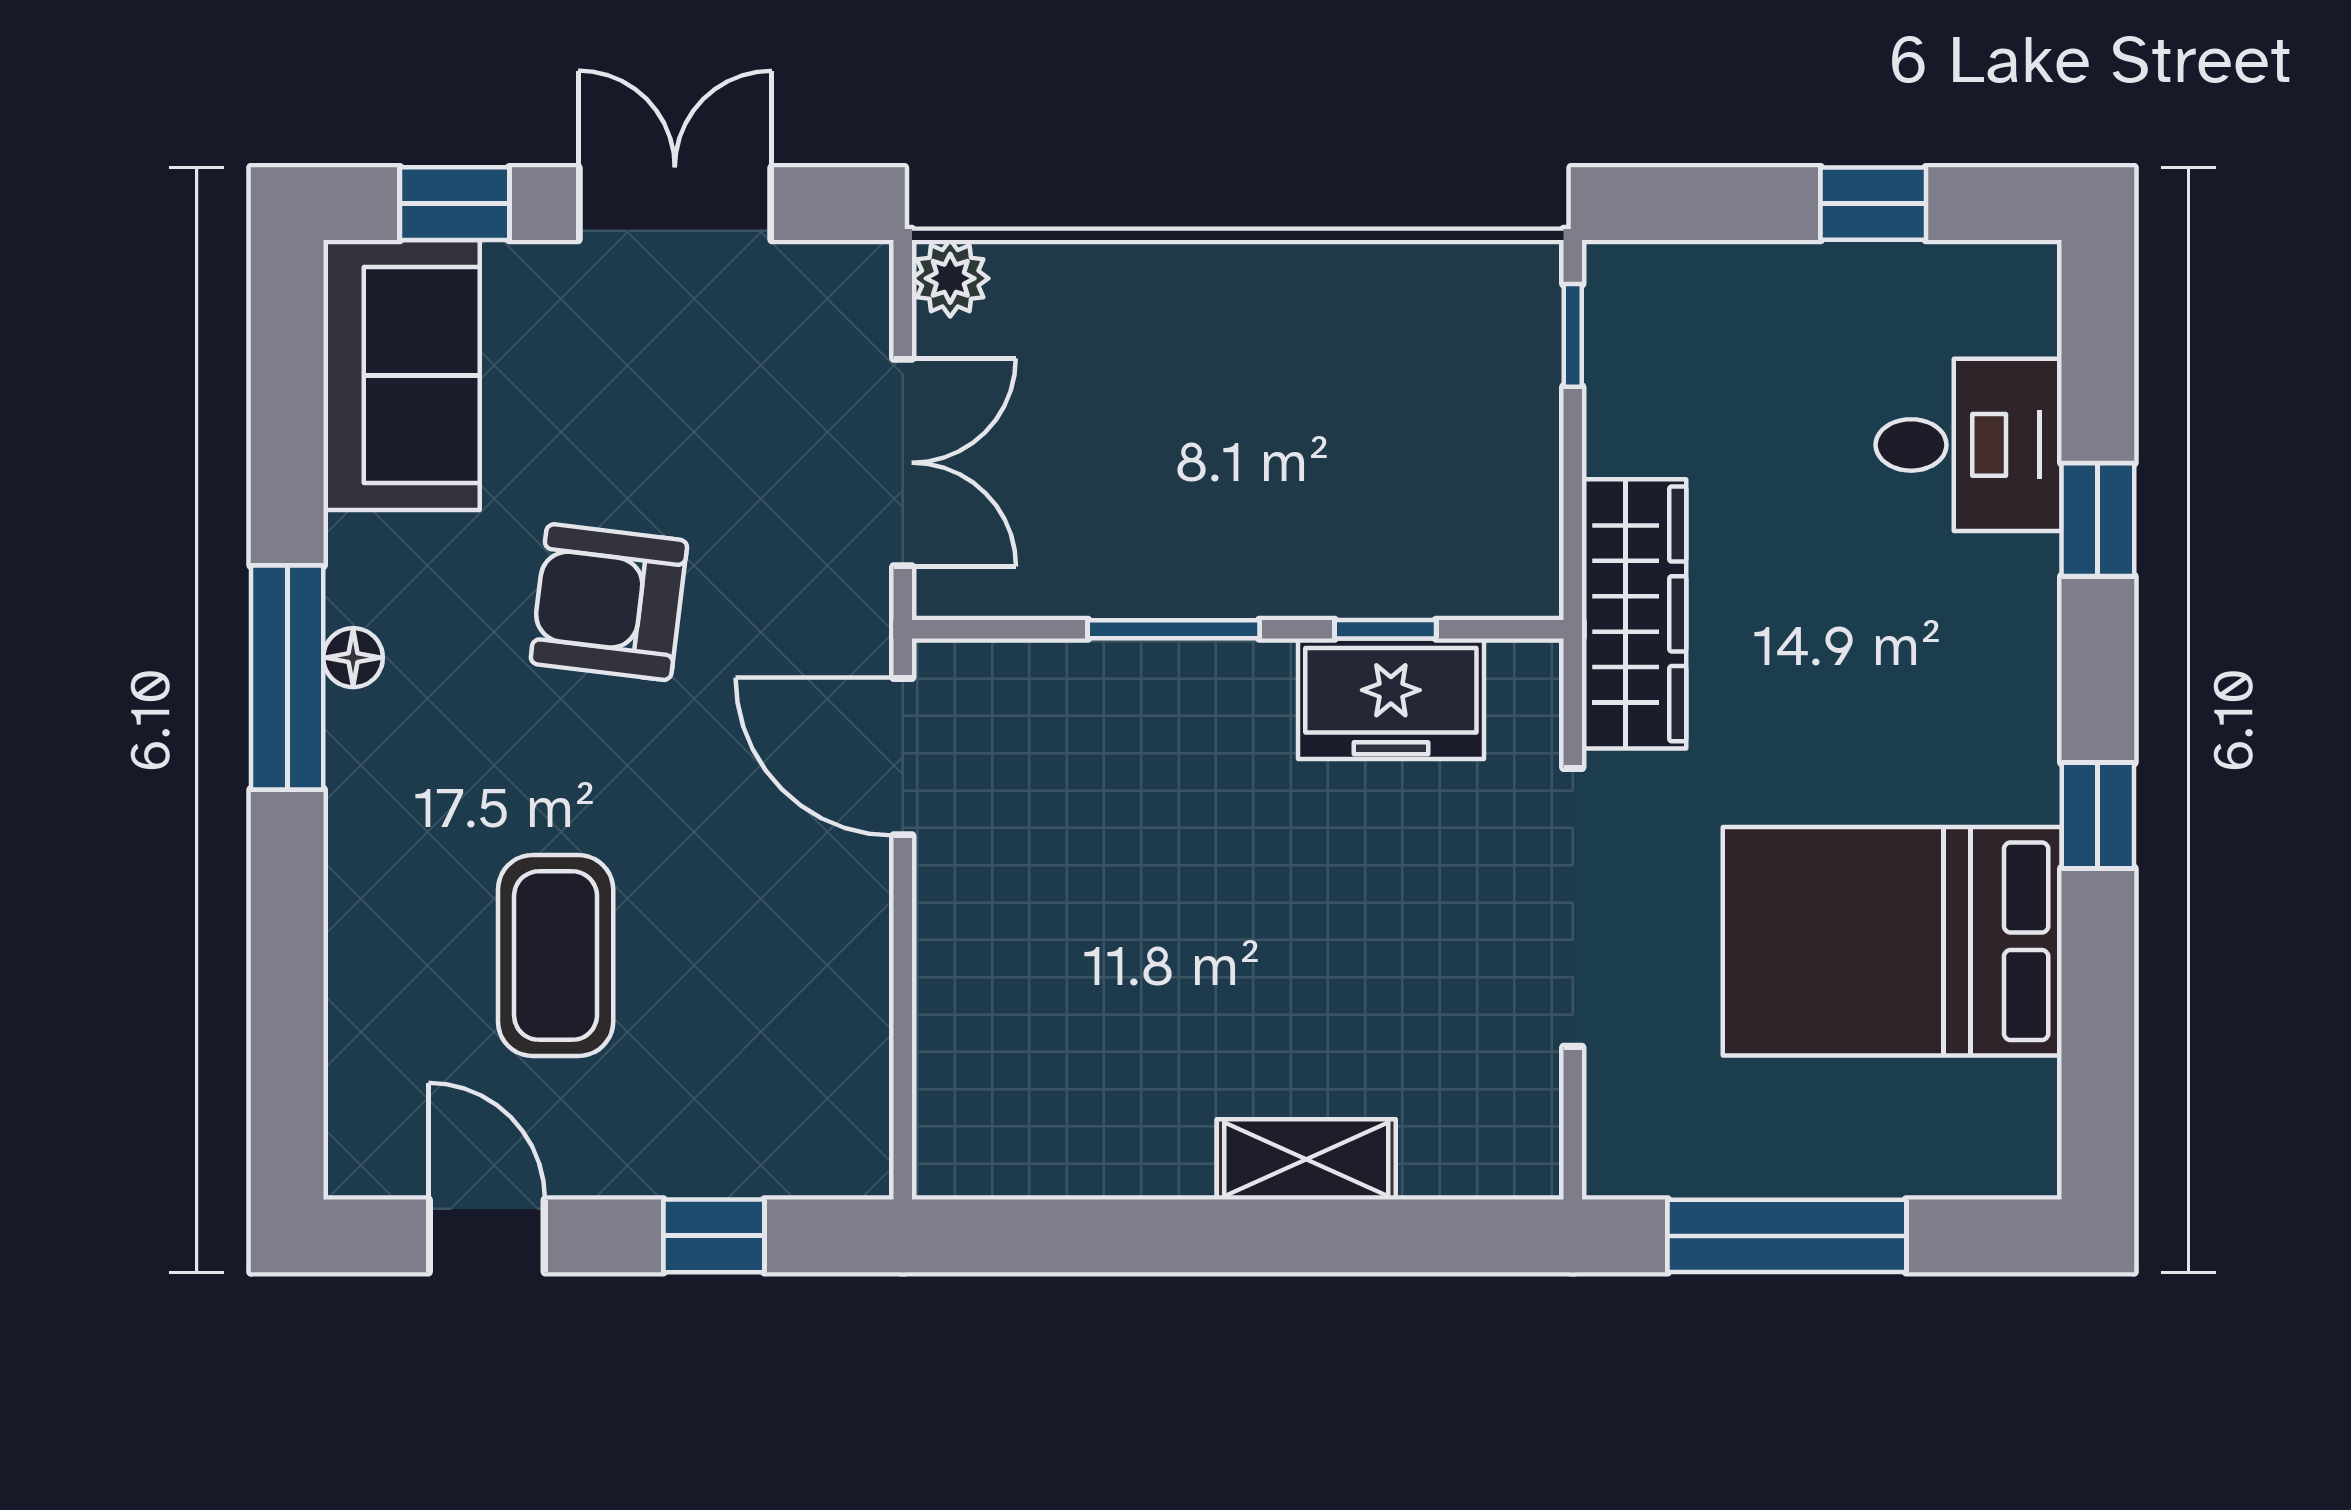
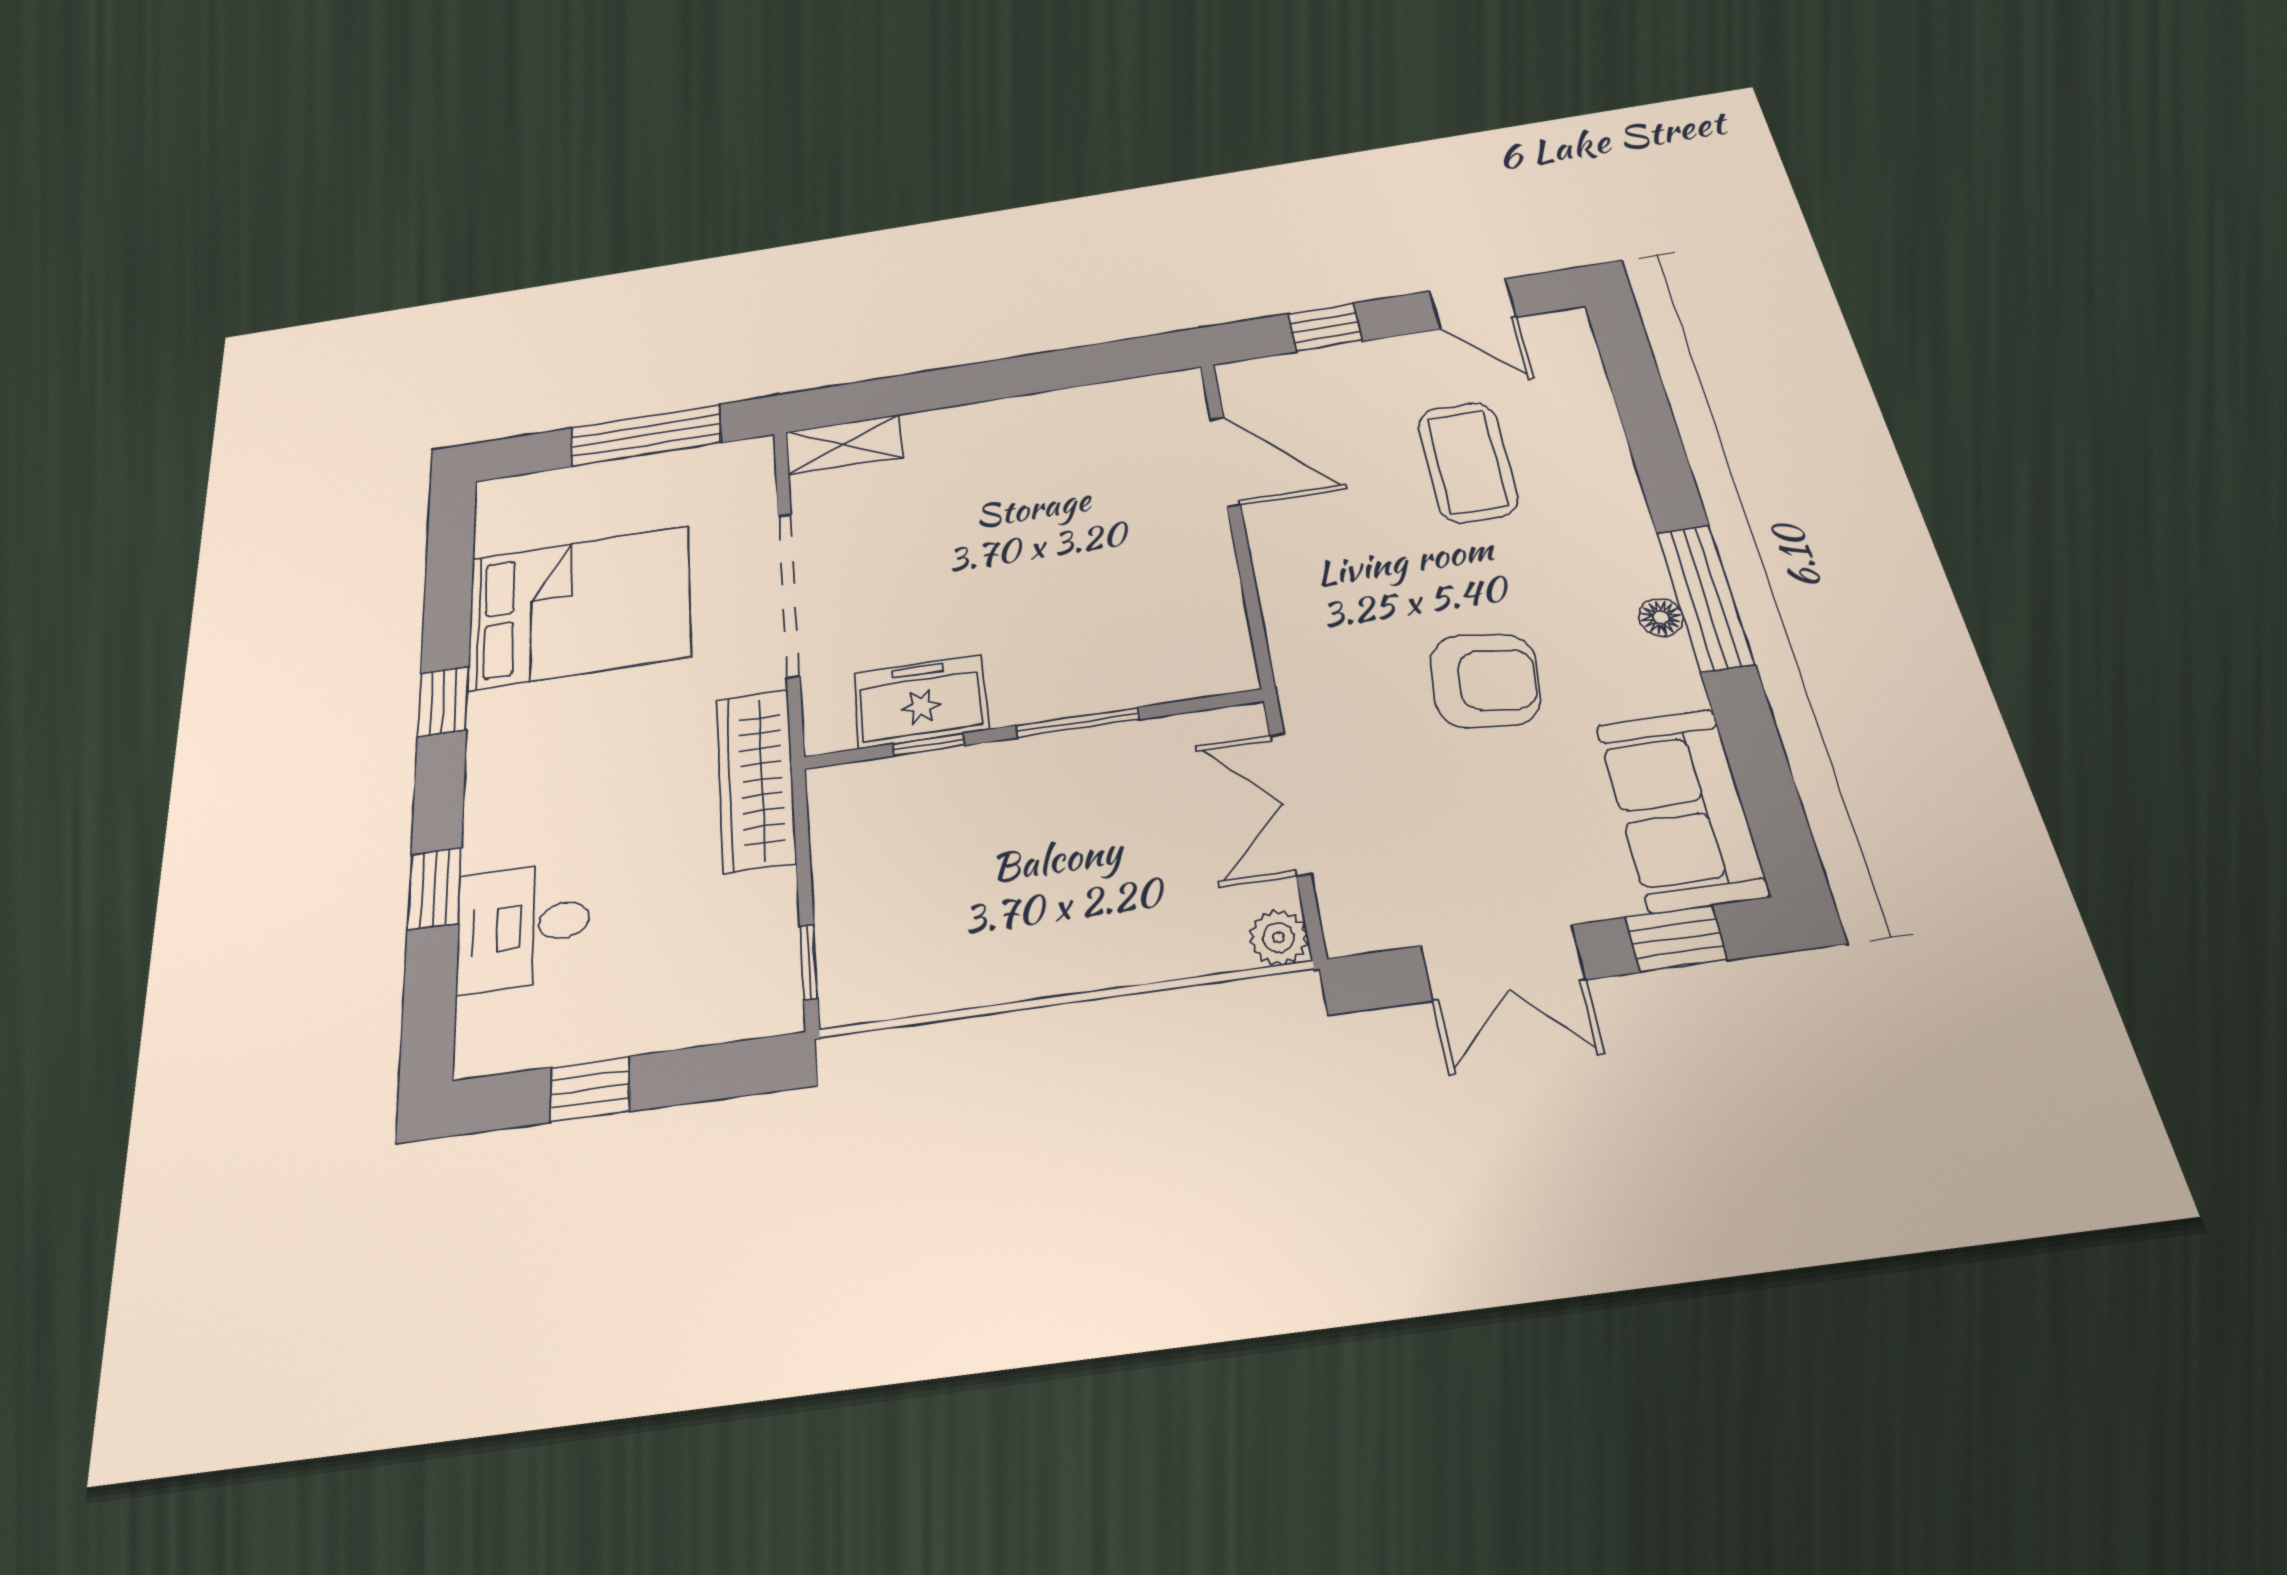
door: (903, 757) -> (1225, 462), moved
shelving: (1306, 1159) -> (844, 445), moved

